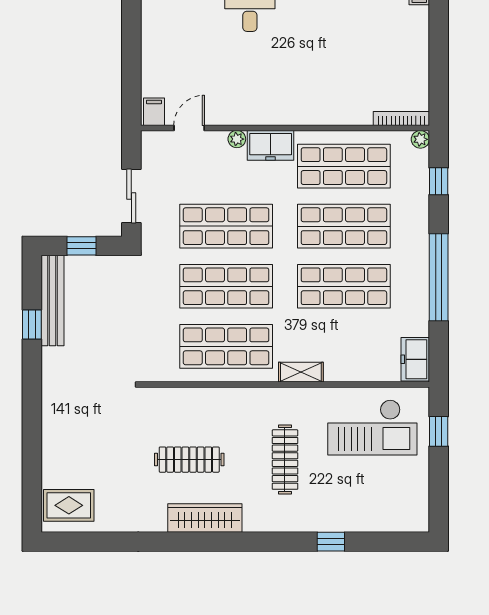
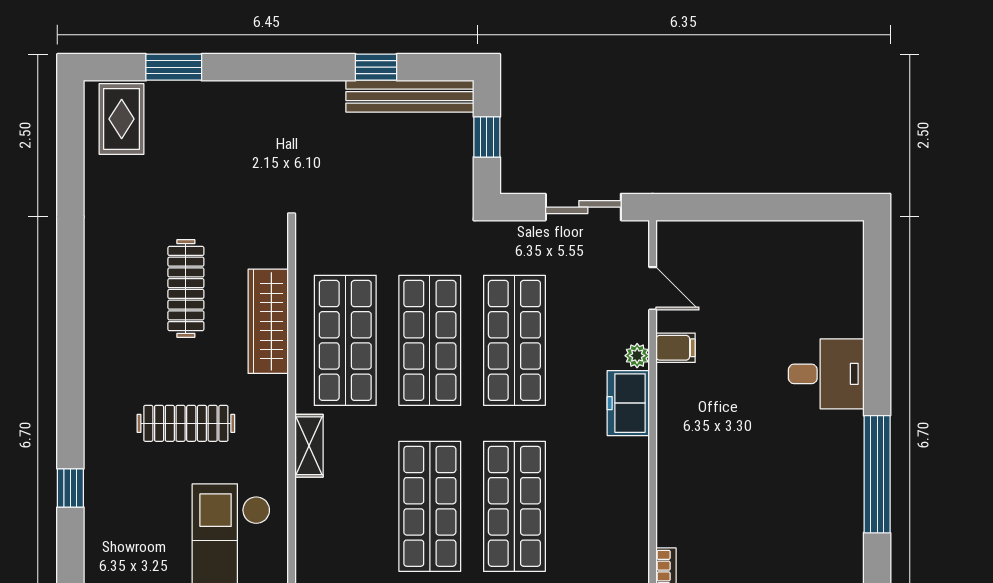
filing cabinet: (154, 112) -> (676, 348), moved
shop shelf: (344, 166) -> (599, 506), removed
sliding door: (131, 196) -> (583, 207), moved
window: (32, 468) -> (174, 67), added
wardrobe: (205, 518) -> (268, 321), moved, turned 180

